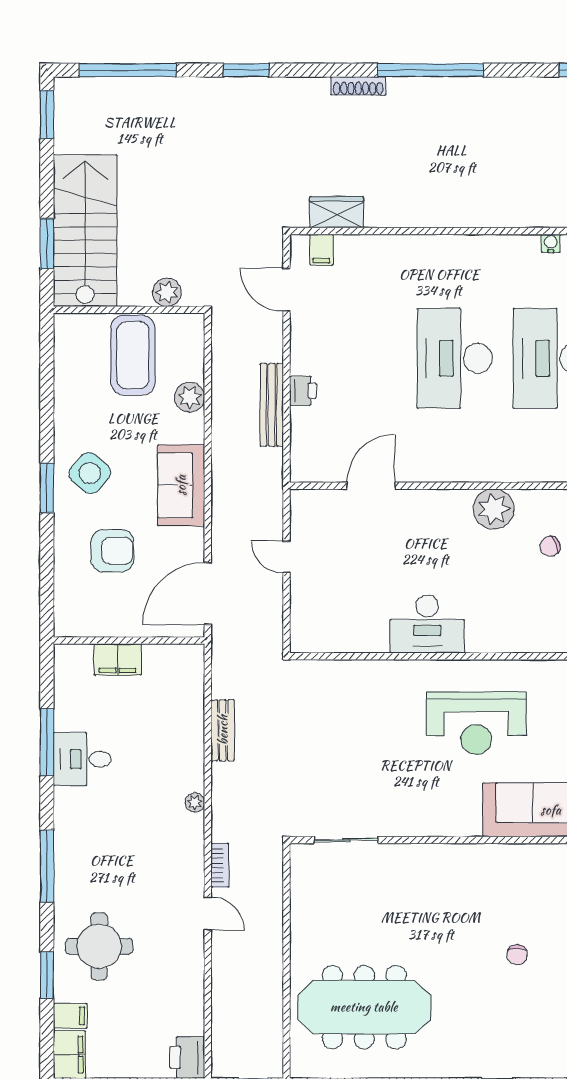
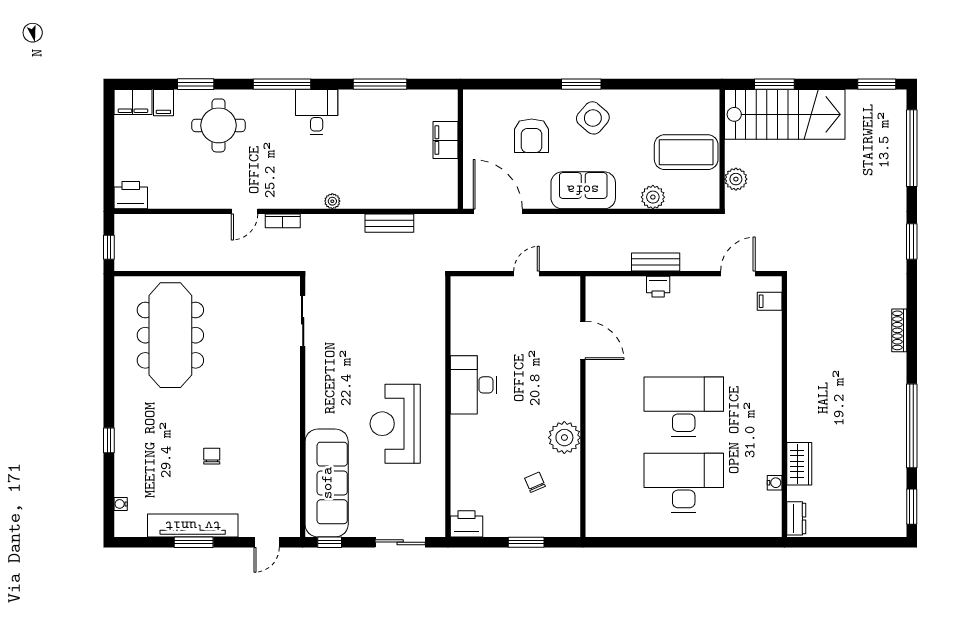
window: (430, 70) -> (912, 426), moved
wardrobe: (337, 212) -> (799, 464), moved
bench: (272, 405) -> (656, 262), width x0.73
desk: (82, 759) -> (317, 112), moved
chair: (517, 955) -> (212, 456), turned 90

